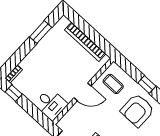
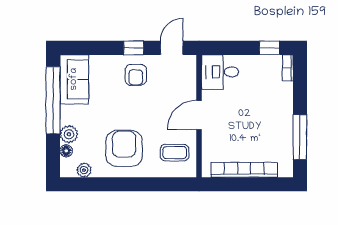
window: (41, 32) -> (300, 137), width x1.44
window: (147, 85) -> (139, 184), removed

